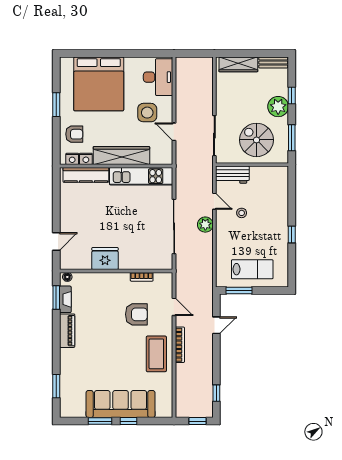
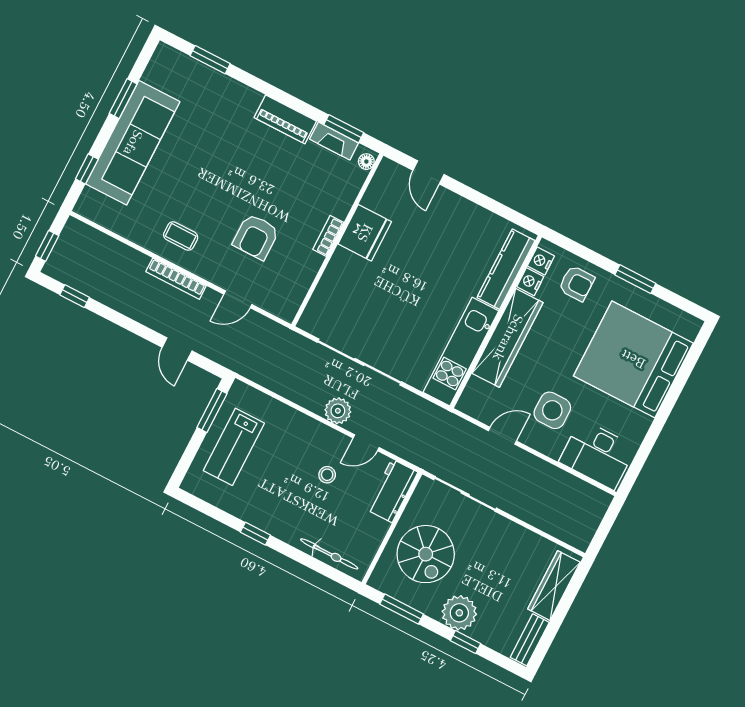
armchair: (74, 134) -> (577, 283), turned -90
spiral stairs: (257, 140) -> (426, 554), turned 90
bicycle: (282, 190) -> (329, 554), added
bookcase: (142, 277) -> (328, 236), moved
coffee table: (156, 354) -> (181, 236), width x0.54, depth x0.58
window: (128, 421) -> (87, 169), moved

